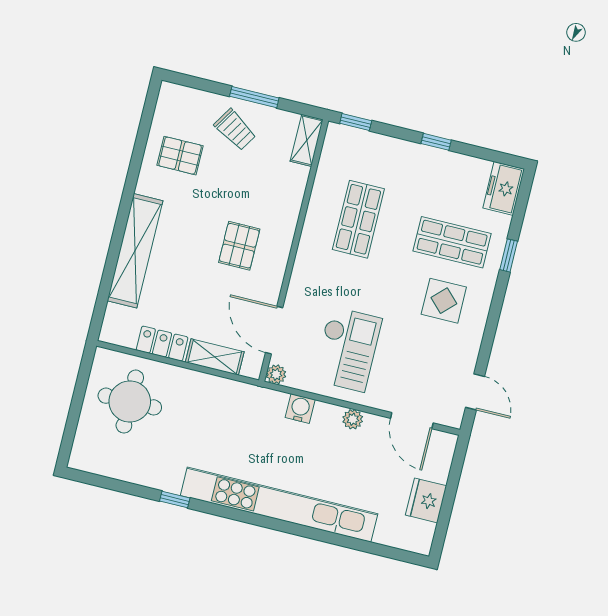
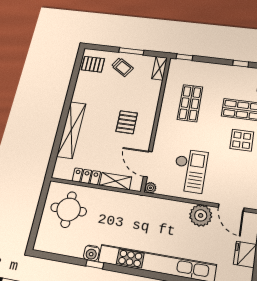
window: (436, 142) -> (241, 64), moved
pallet: (180, 156) -> (93, 64), moved
water cooler: (300, 409) -> (91, 253), moved, turned 180
plant: (353, 419) -> (201, 215), width x1.88, depth x1.88

